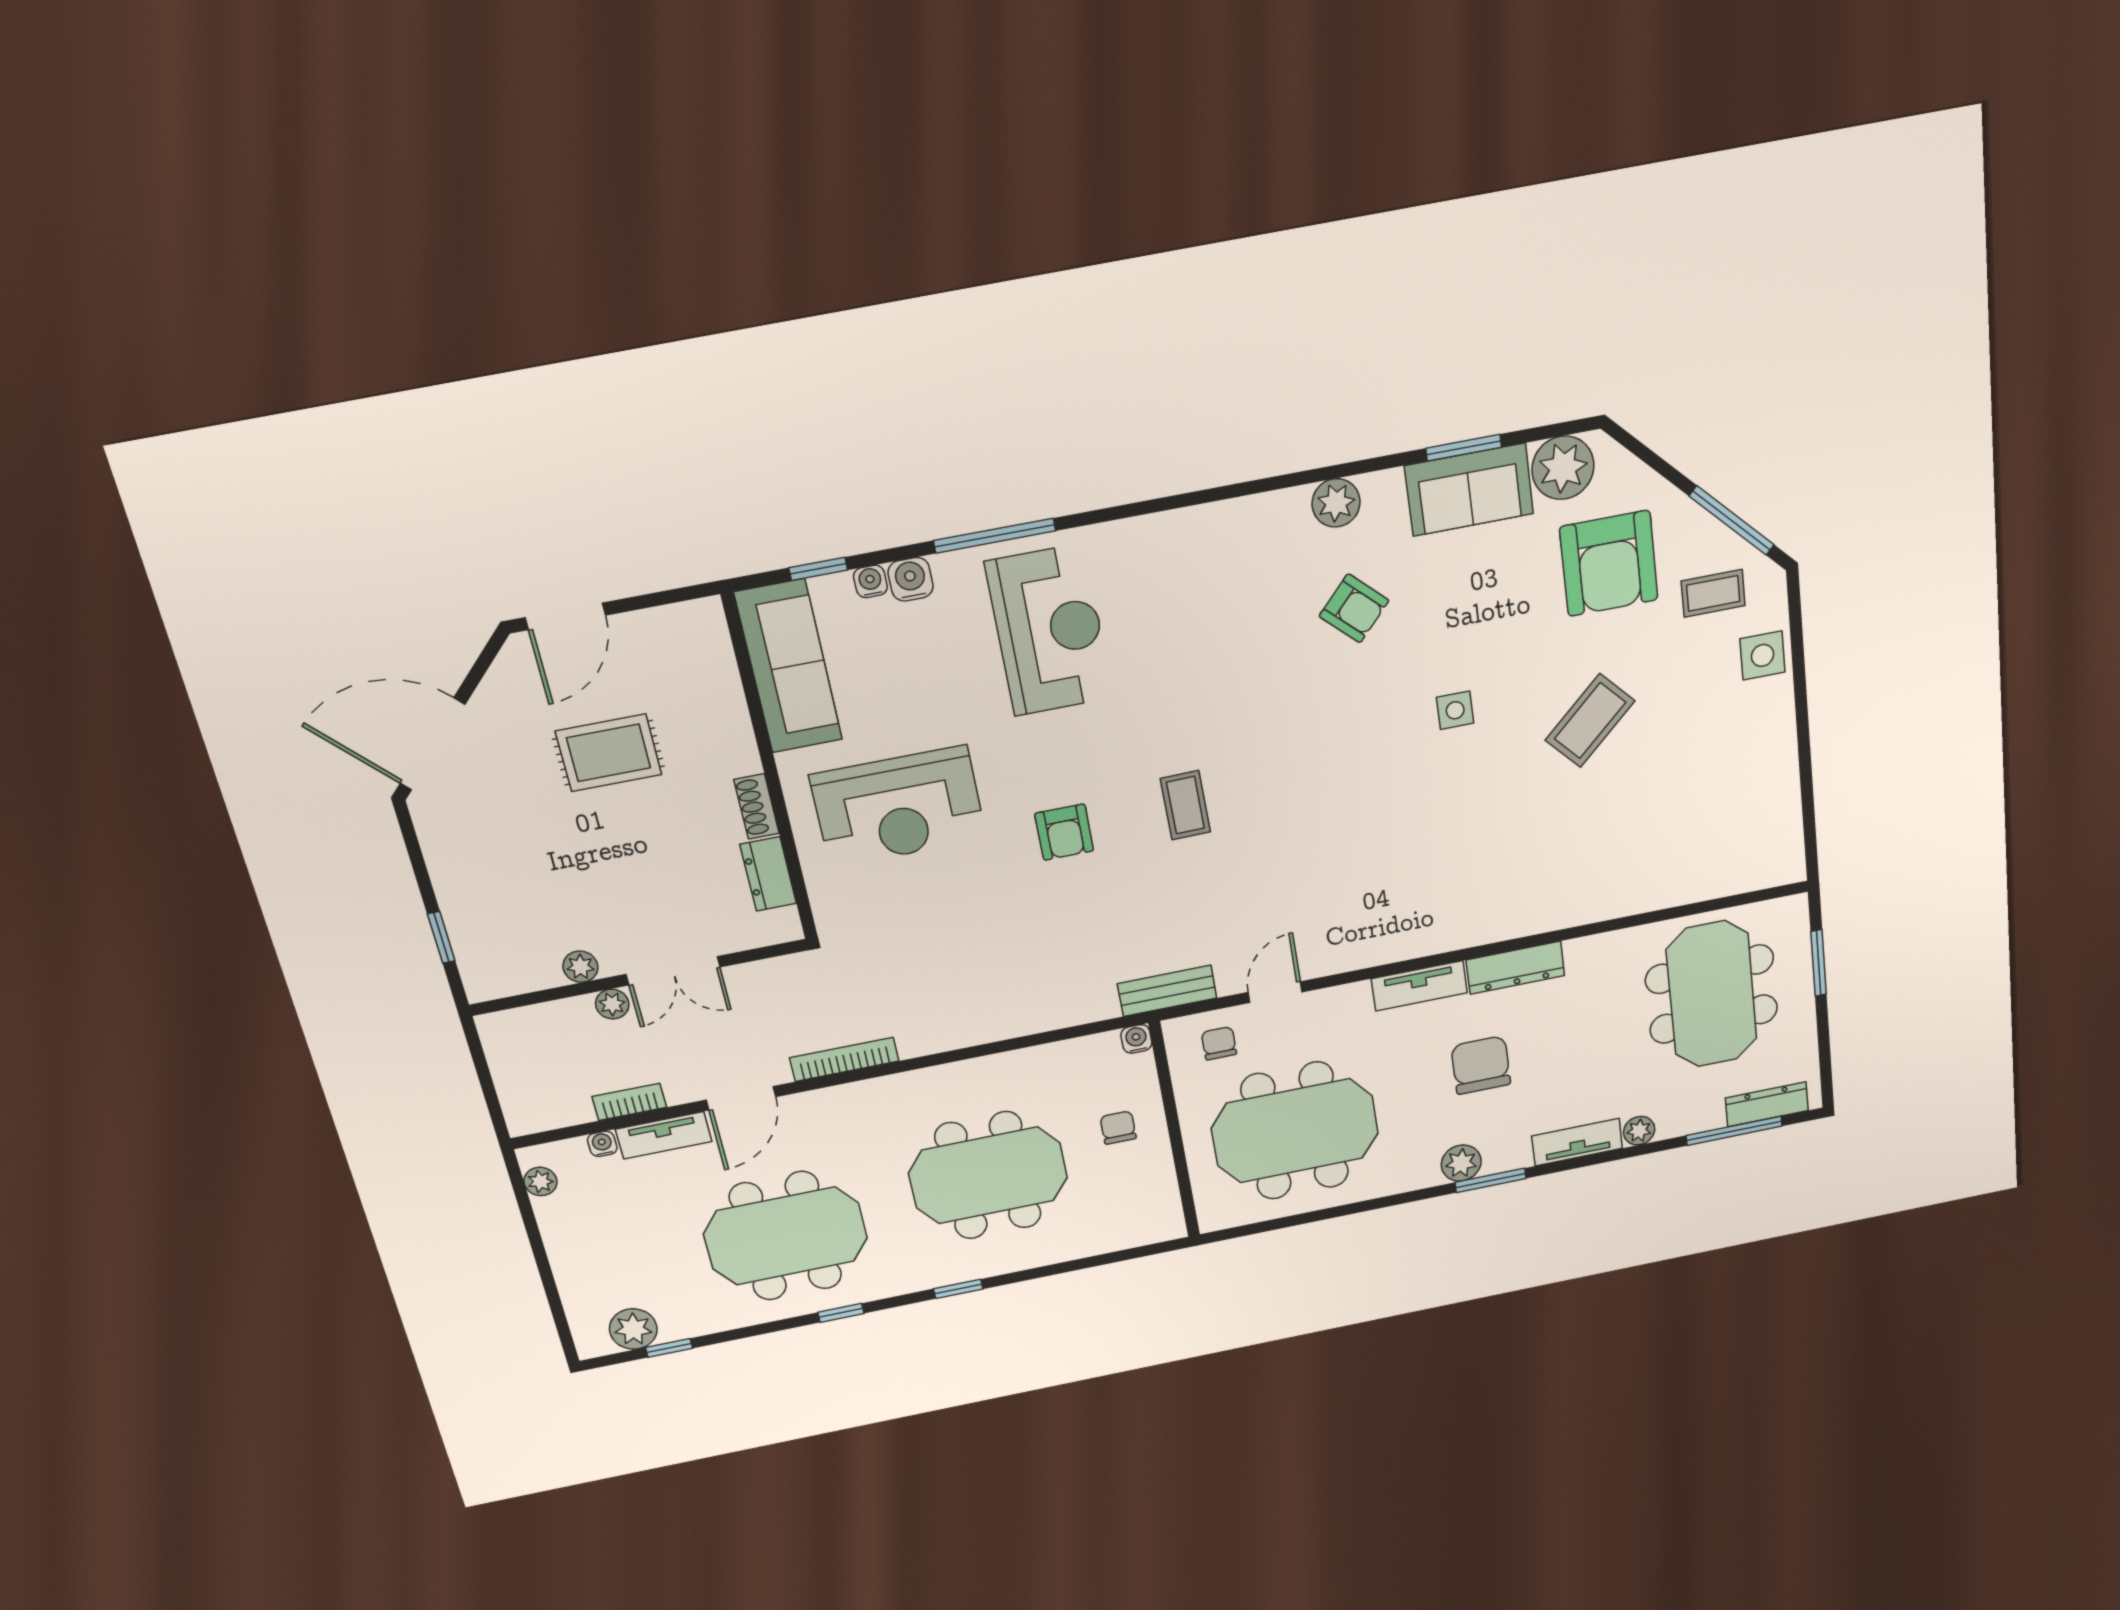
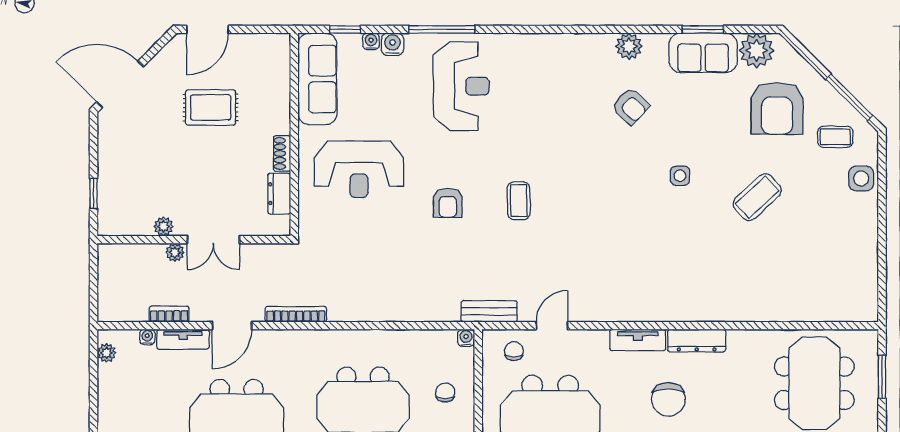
chair: (1481, 1065) -> (668, 399), turned 180

